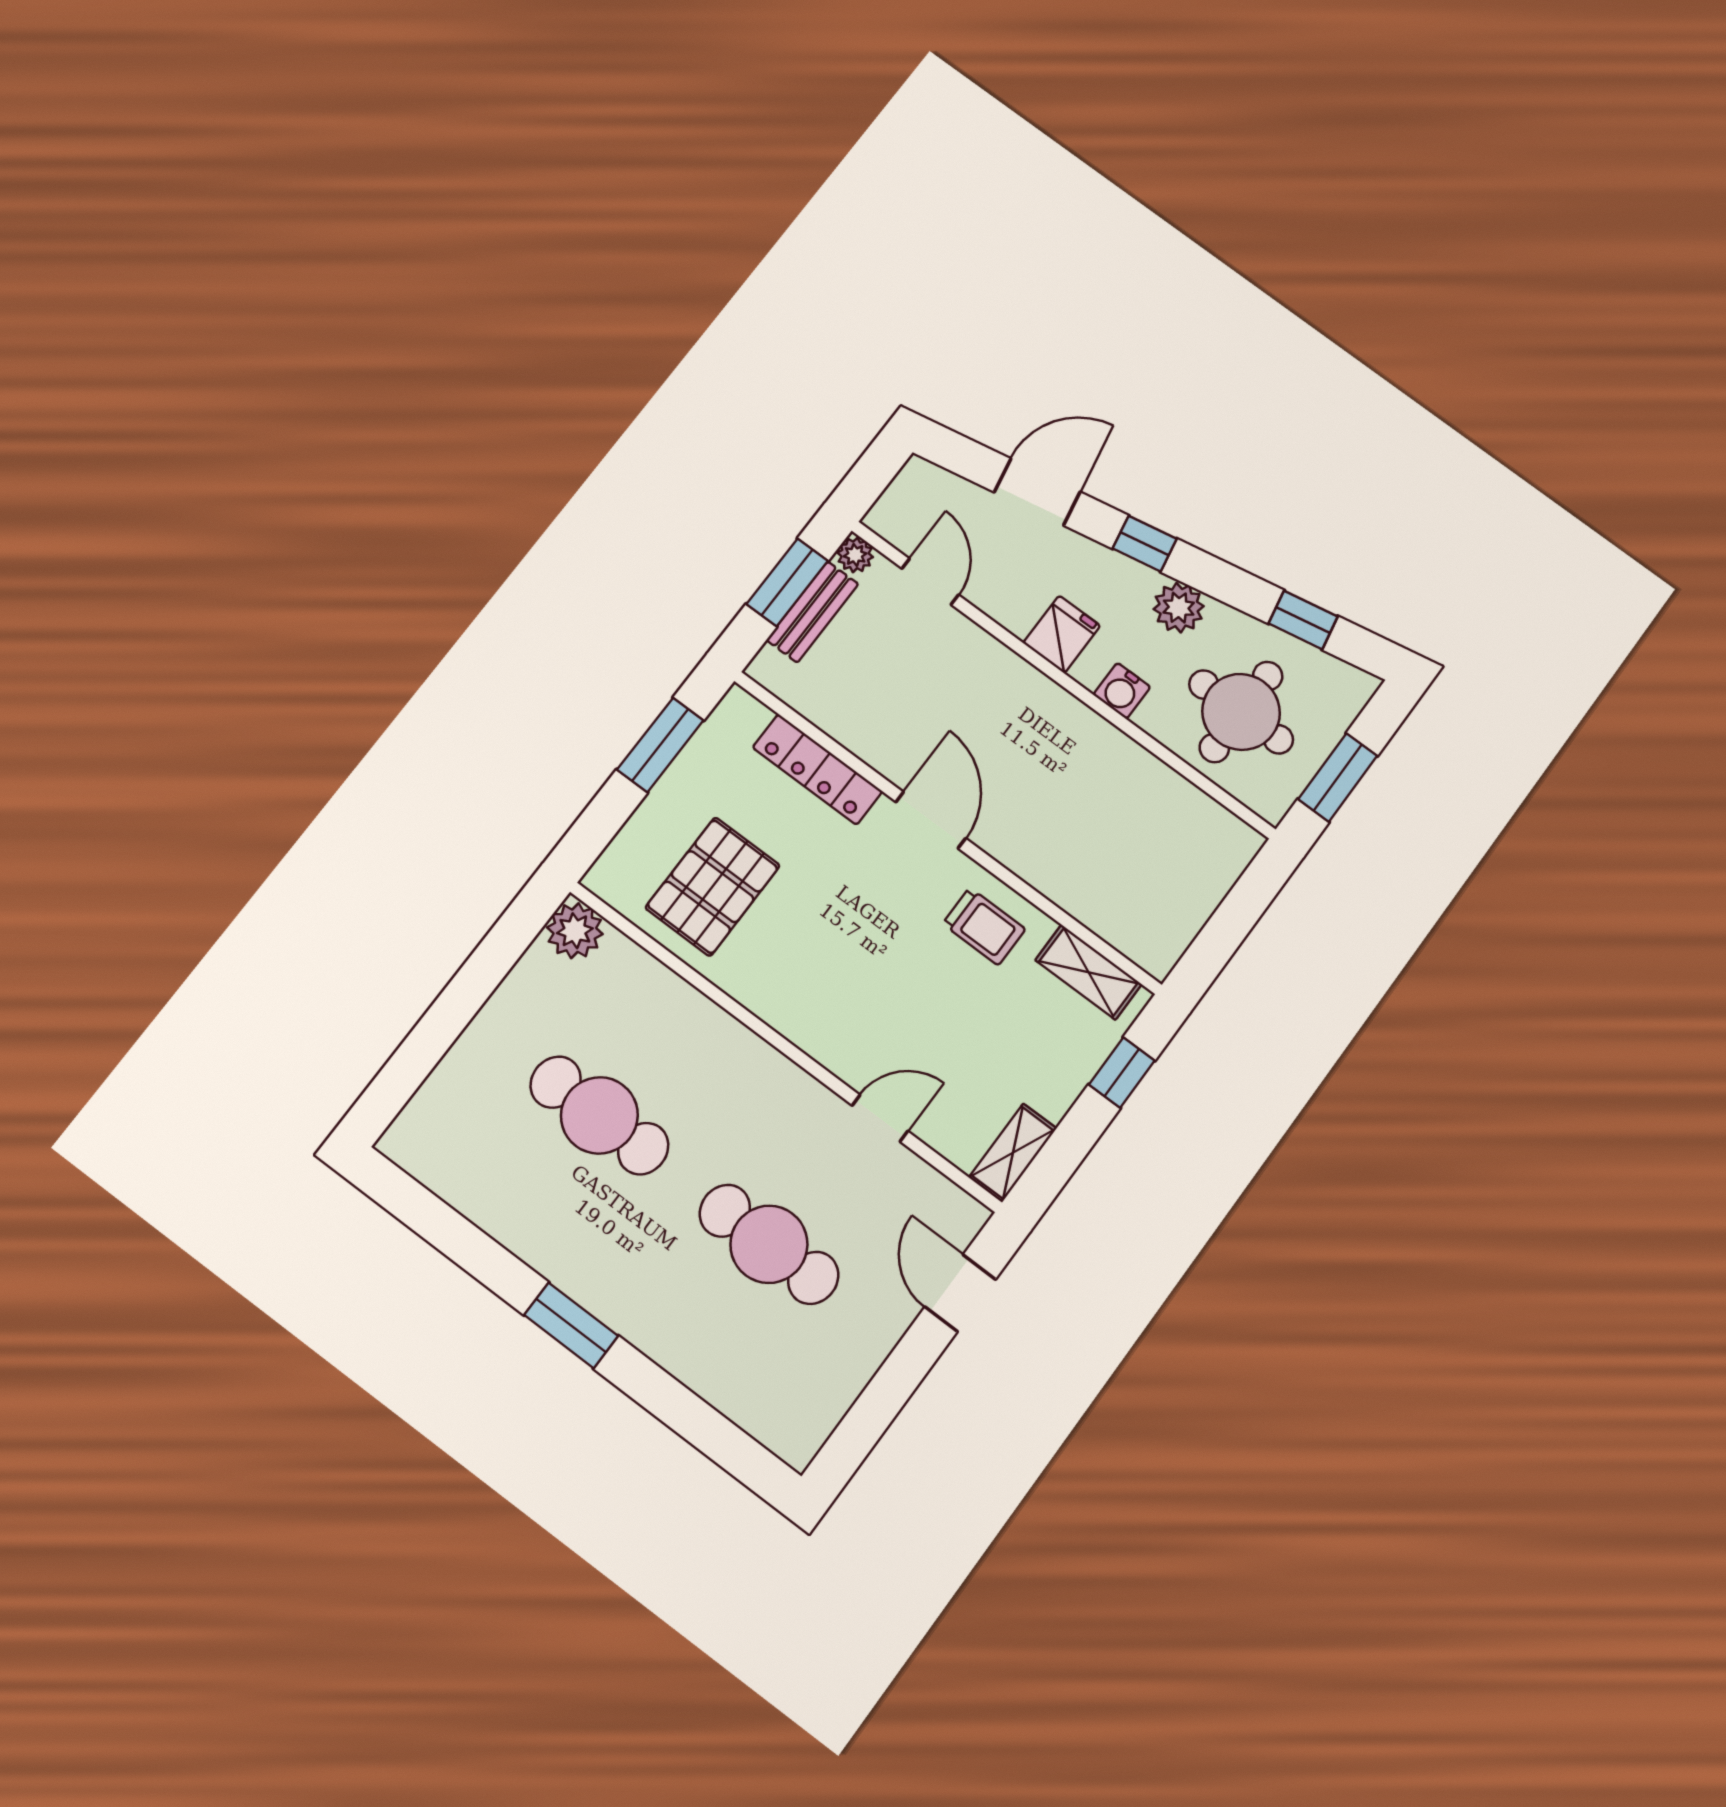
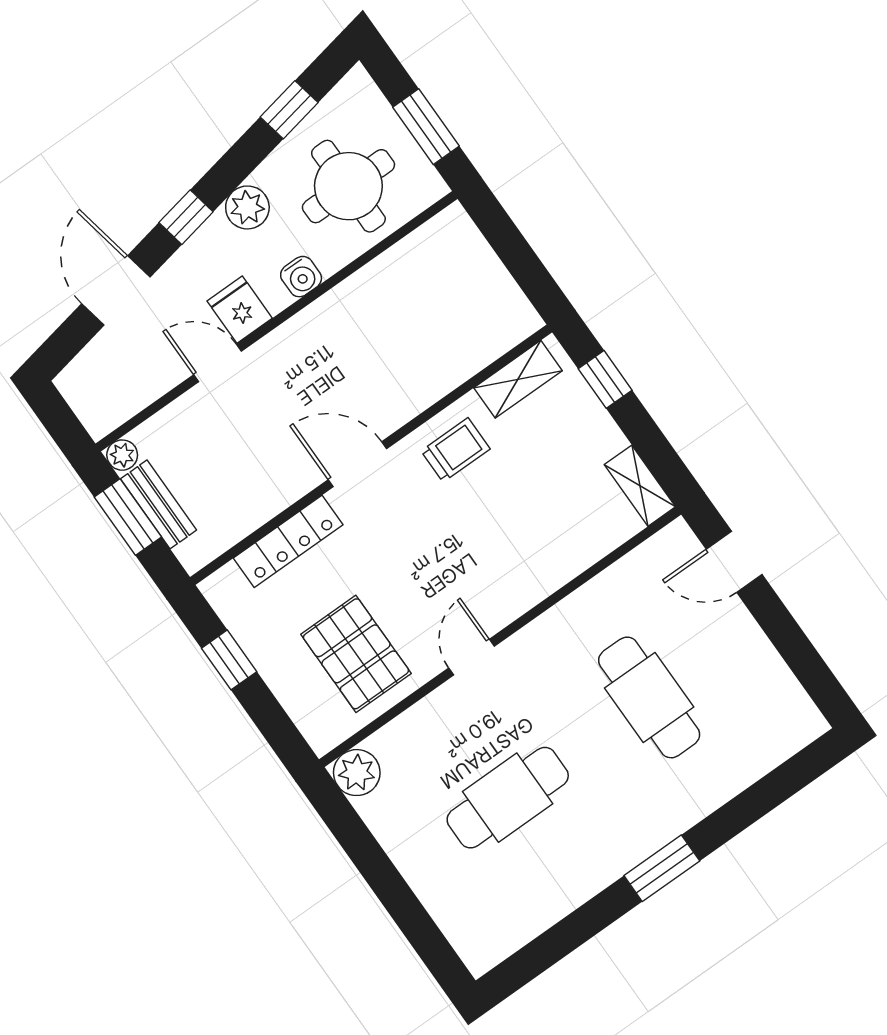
door: (930, 582) -> (218, 363), moved
window: (660, 745) -> (229, 660), width x0.67
door: (880, 1118) -> (471, 657), moved
cafe table: (769, 1244) -> (649, 697), turned 90

